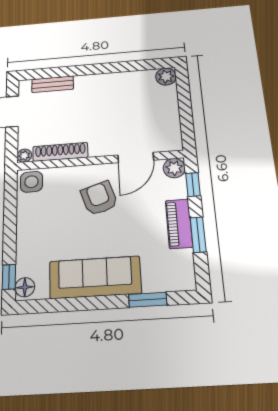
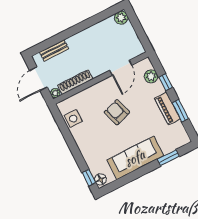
shoe rack: (60, 152) -> (75, 82), moved
plant: (24, 156) -> (55, 93), moved
door: (136, 158) -> (121, 68), moved
wall: (100, 160) -> (101, 78), moved

